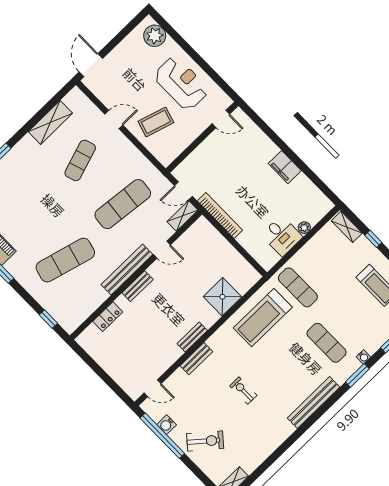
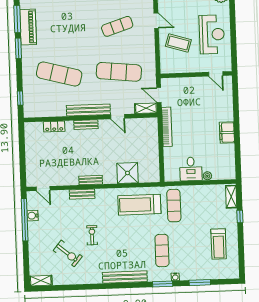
exercise bike: (205, 441) -> (68, 253), moved

